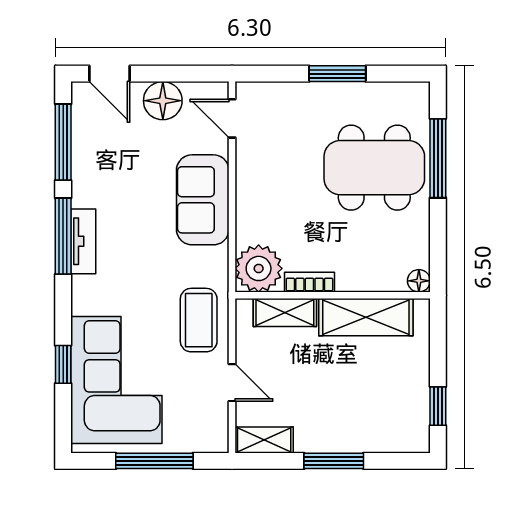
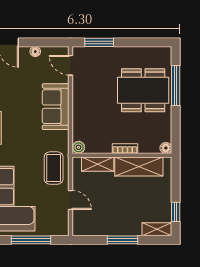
window: (337, 74) -> (99, 42), moved
floor lamp: (163, 101) -> (35, 52), width x0.53, depth x0.53
plant: (259, 268) -> (79, 147), width x0.53, depth x0.53
bookcase: (309, 282) -> (125, 149), moved
shelving: (264, 440) -> (157, 229), moved

